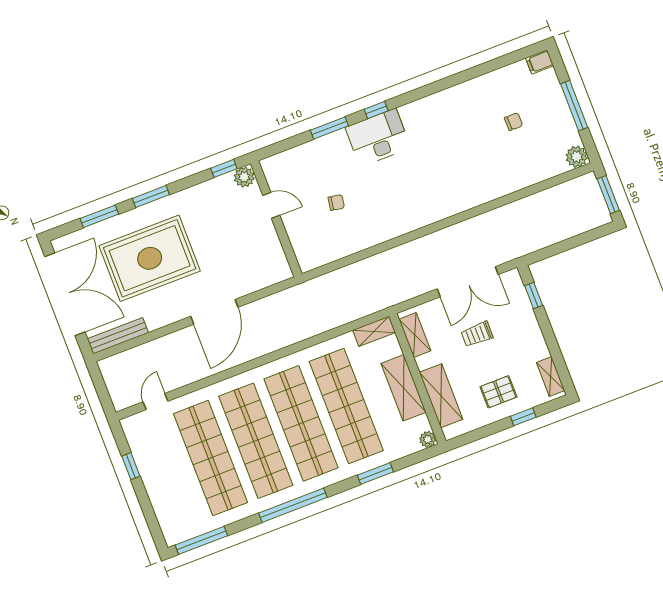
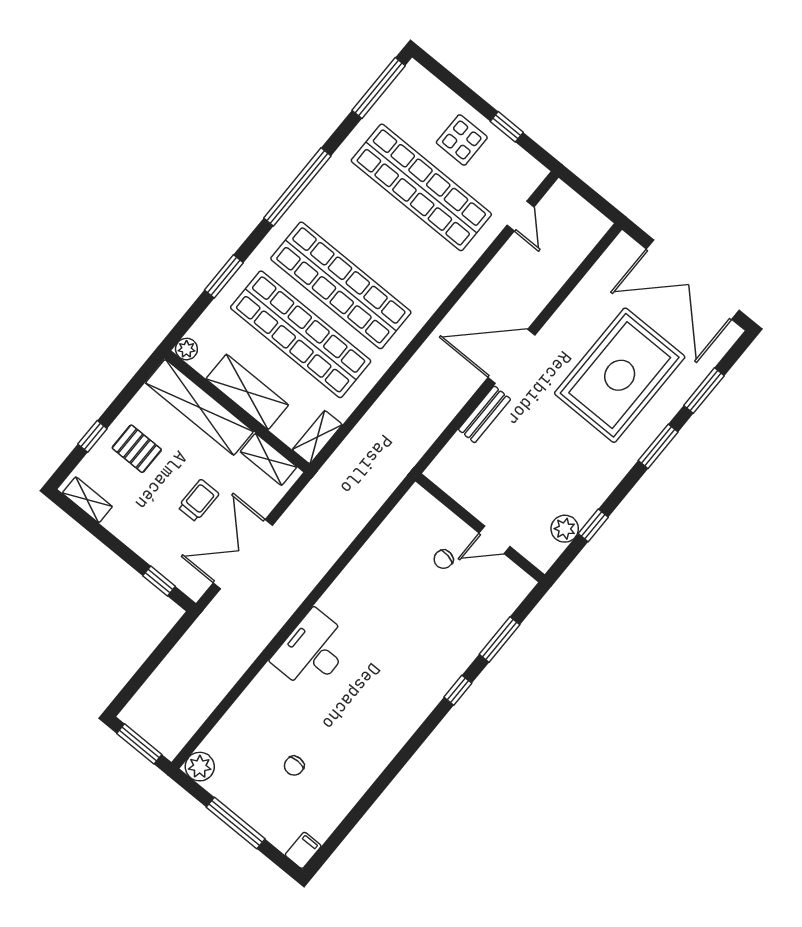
desk: (378, 138) -> (312, 651), moved, turned 180
door: (271, 205) -> (495, 540), moved
wall: (276, 219) -> (480, 528), moved
door: (214, 312) -> (512, 356), hinge flipped
bench: (118, 336) -> (484, 414), moved, width x0.73
pallet: (498, 392) -> (137, 449), turned 90
shelving: (441, 396) -> (199, 407), width x1.47
shop shelf: (256, 441) -> (381, 236), removed
display table: (166, 474) -> (462, 140), added

